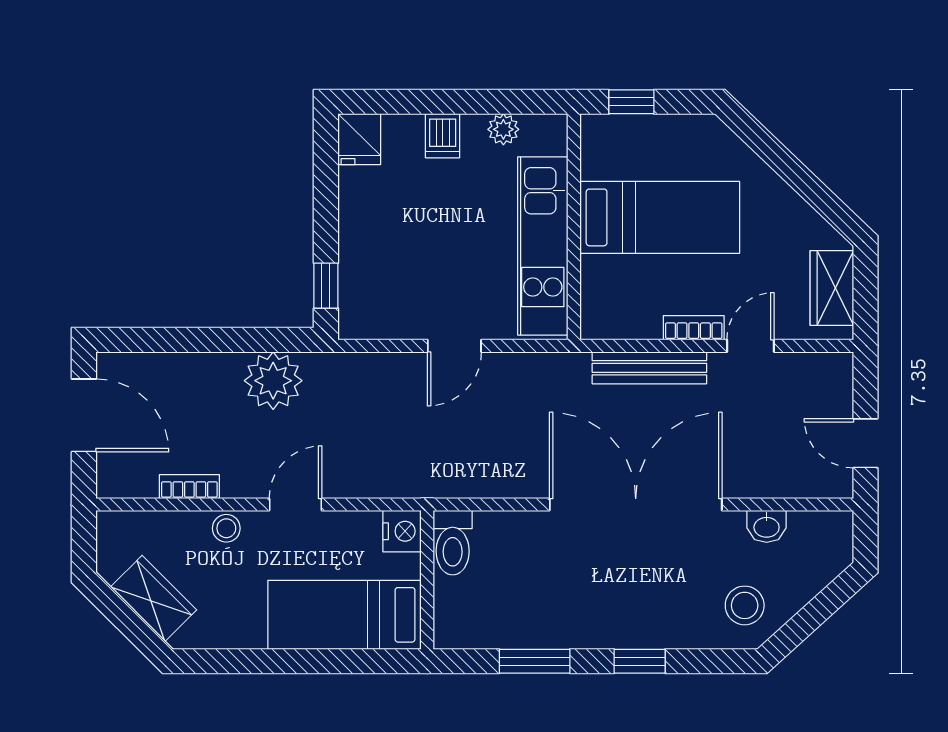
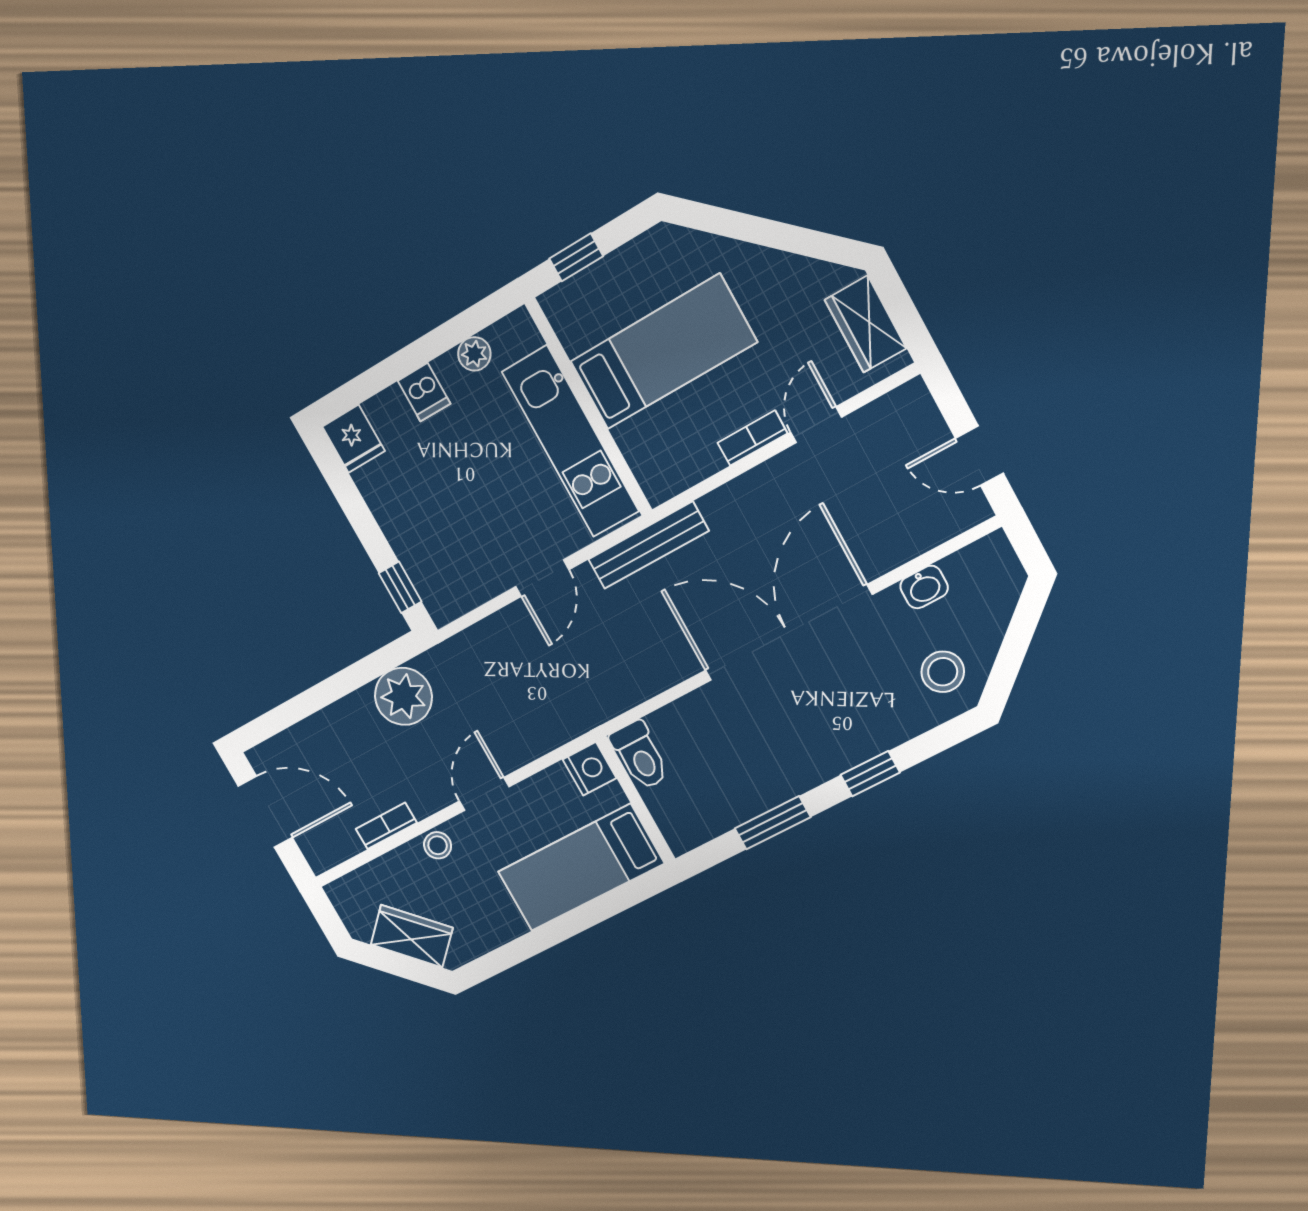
bench: (649, 368) -> (648, 545), moved

